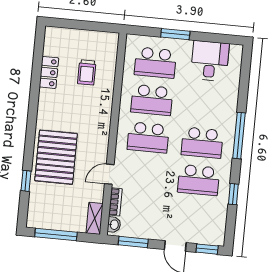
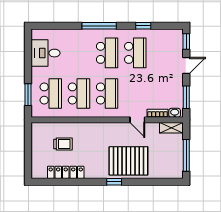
window: (175, 34) -> (28, 95), moved
locker: (49, 72) -> (66, 172), width x1.53
window: (26, 181) -> (114, 182), moved

